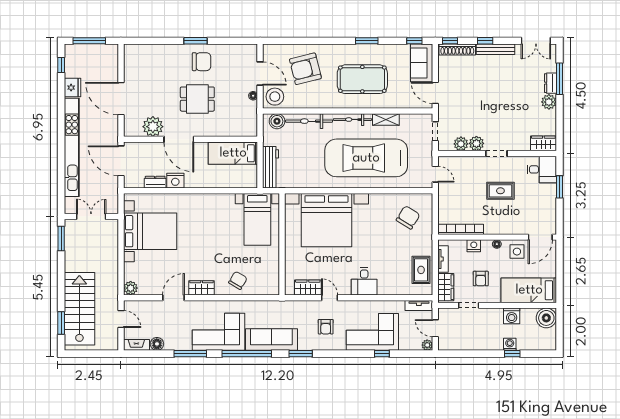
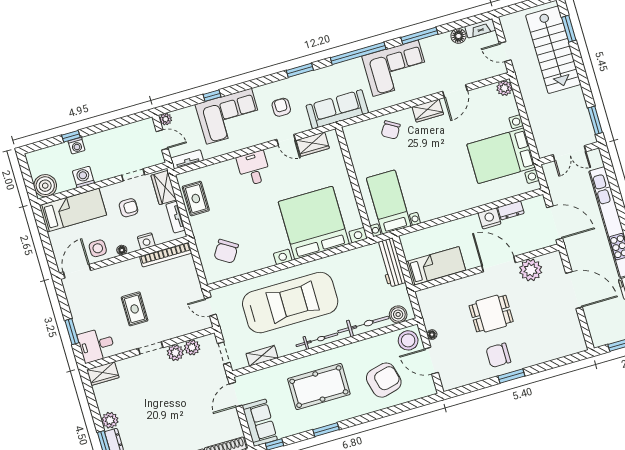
door: (435, 93) -> (236, 395), swing flipped
shelving: (386, 119) -> (262, 356), moved
rug: (500, 191) -> (135, 309), turned 90
armchair: (481, 279) -> (129, 208), turned 90
sofa: (271, 340) -> (337, 109), moved, turned 180

